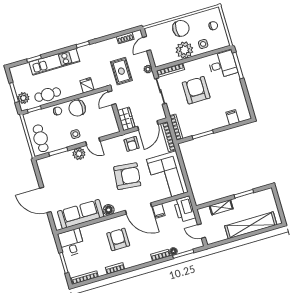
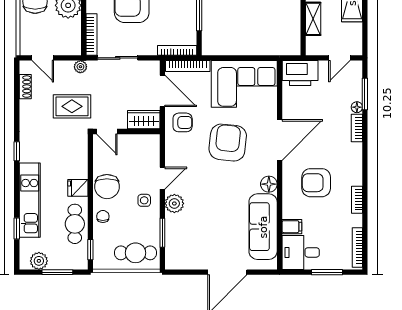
fridge: (87, 85) -> (78, 188), moved
plant: (23, 98) -> (39, 261), moved
filing cabinet: (159, 211) -> (292, 227), moved

